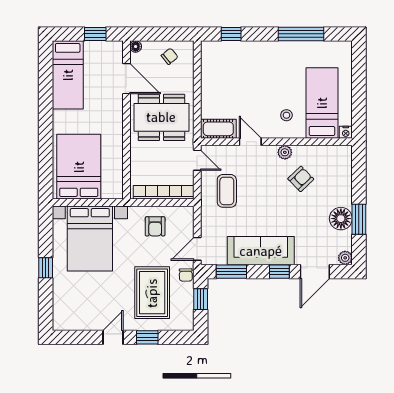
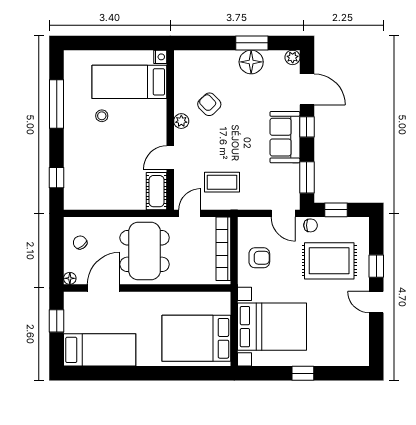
stool: (286, 115) -> (102, 116), moved
sofa: (261, 251) -> (285, 137), width x0.73

